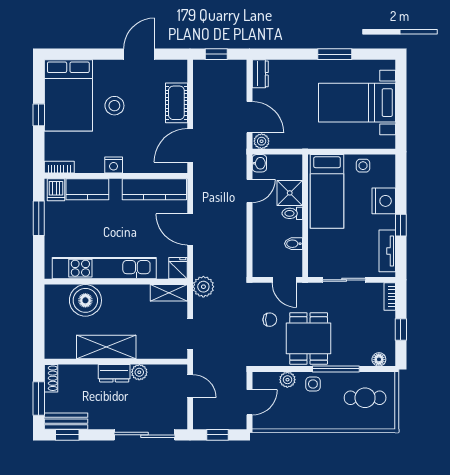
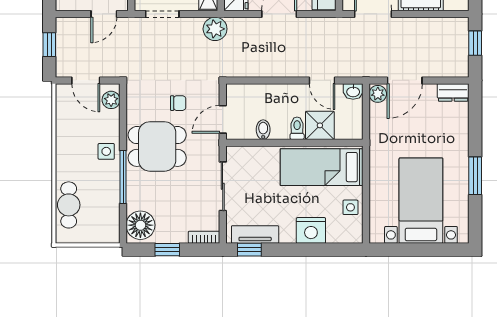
window: (401, 225) -> (249, 250), moved
chair: (270, 320) -> (178, 103), turned -90
floor lamp: (379, 359) -> (140, 225), width x1.89, depth x1.89
plant: (287, 380) -> (111, 100), moved
cafe table: (365, 398) -> (69, 205), moved

